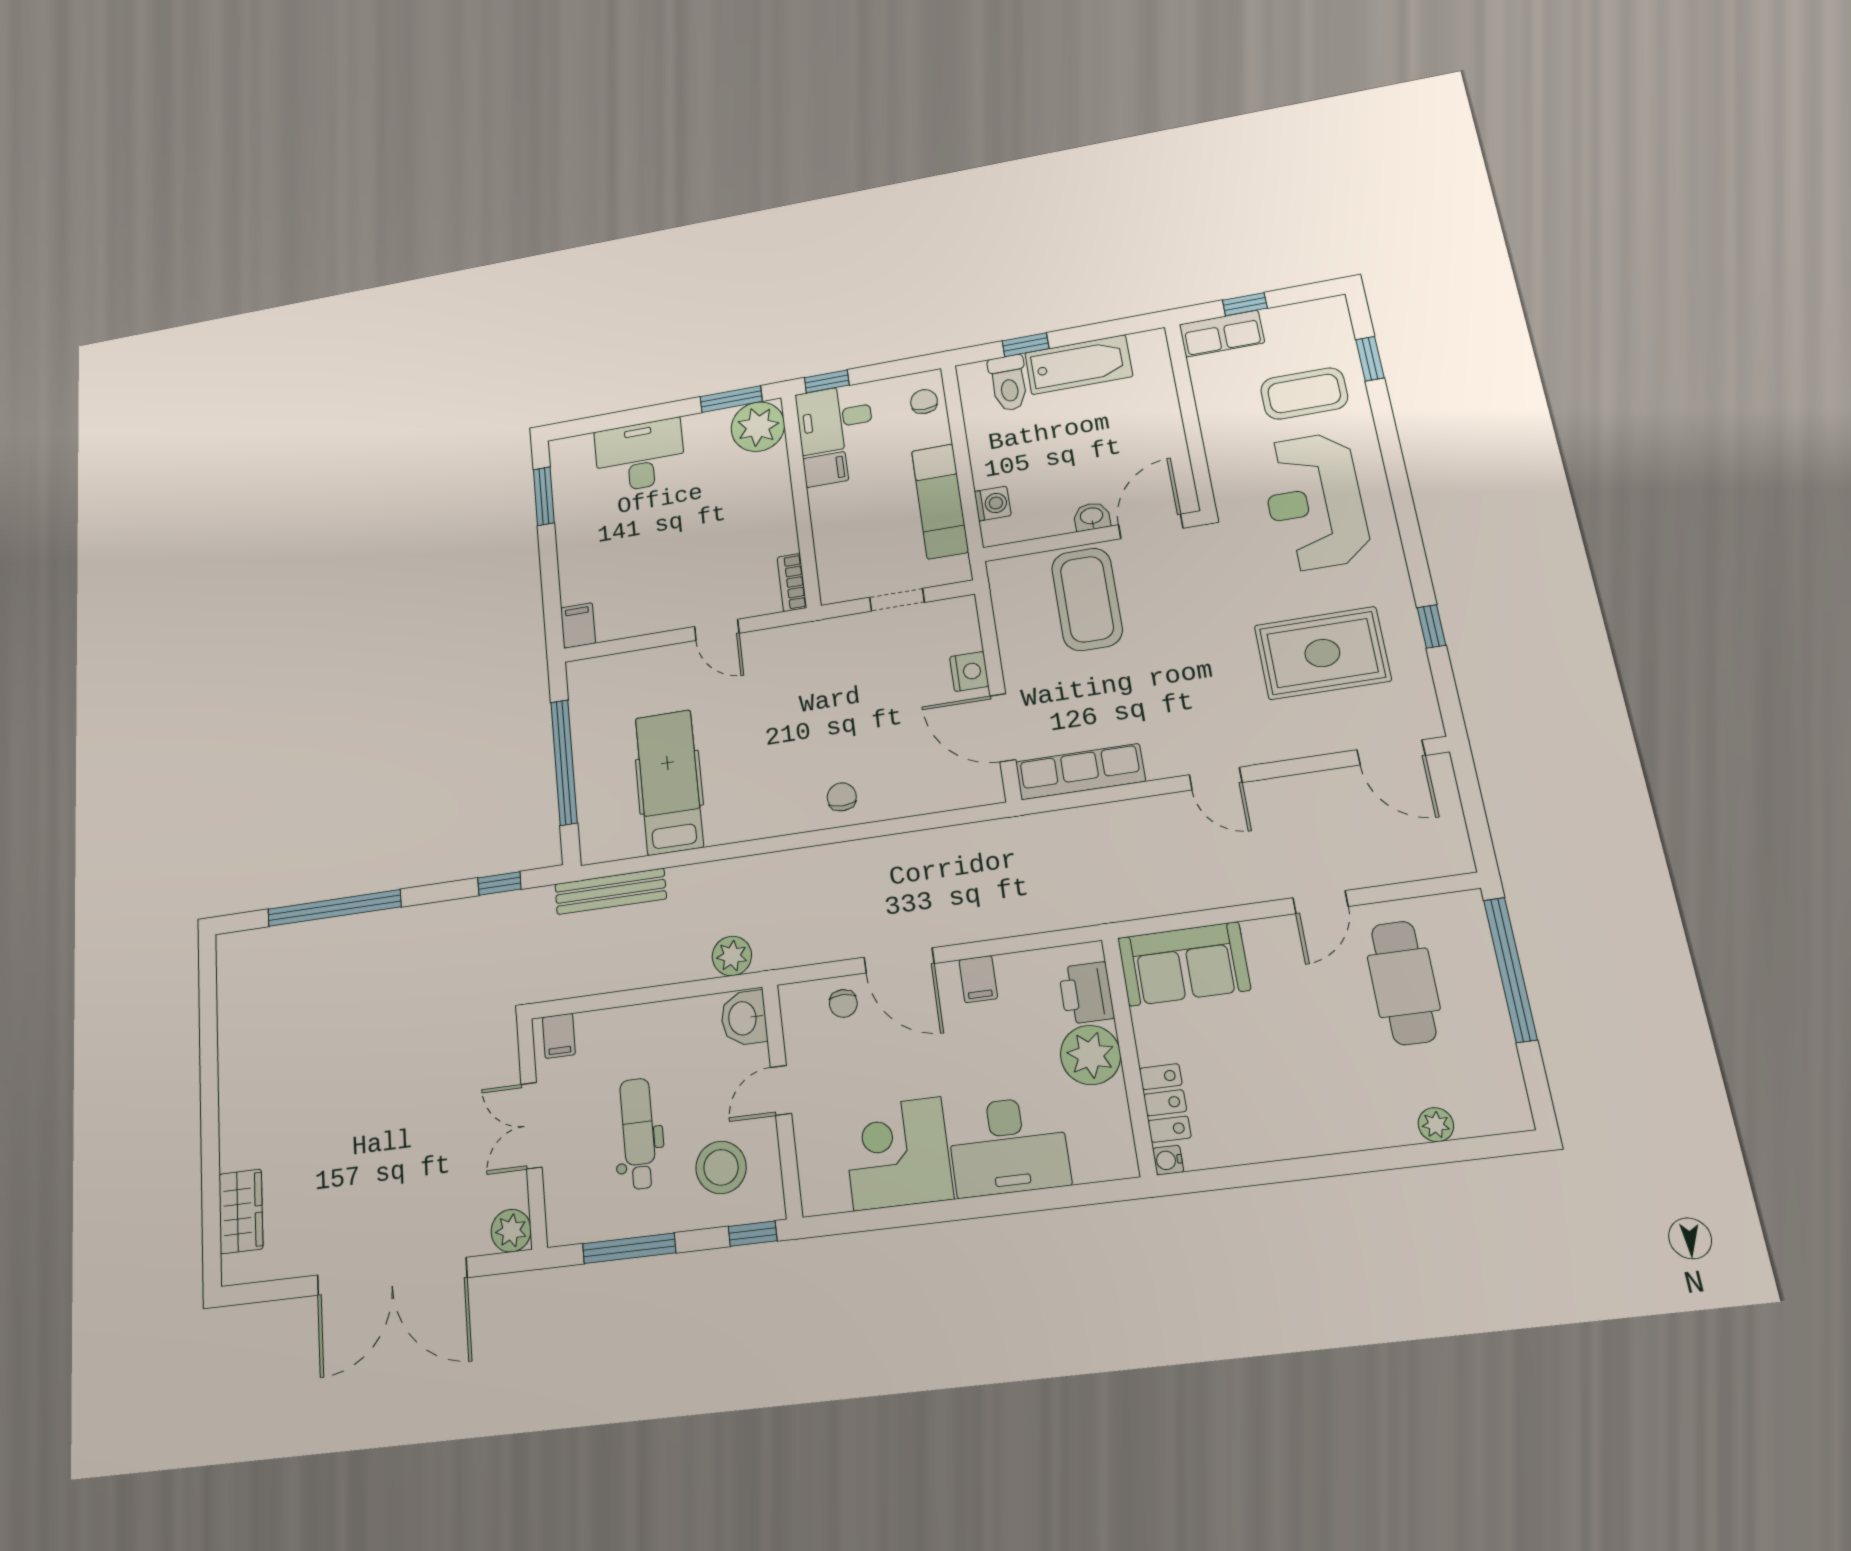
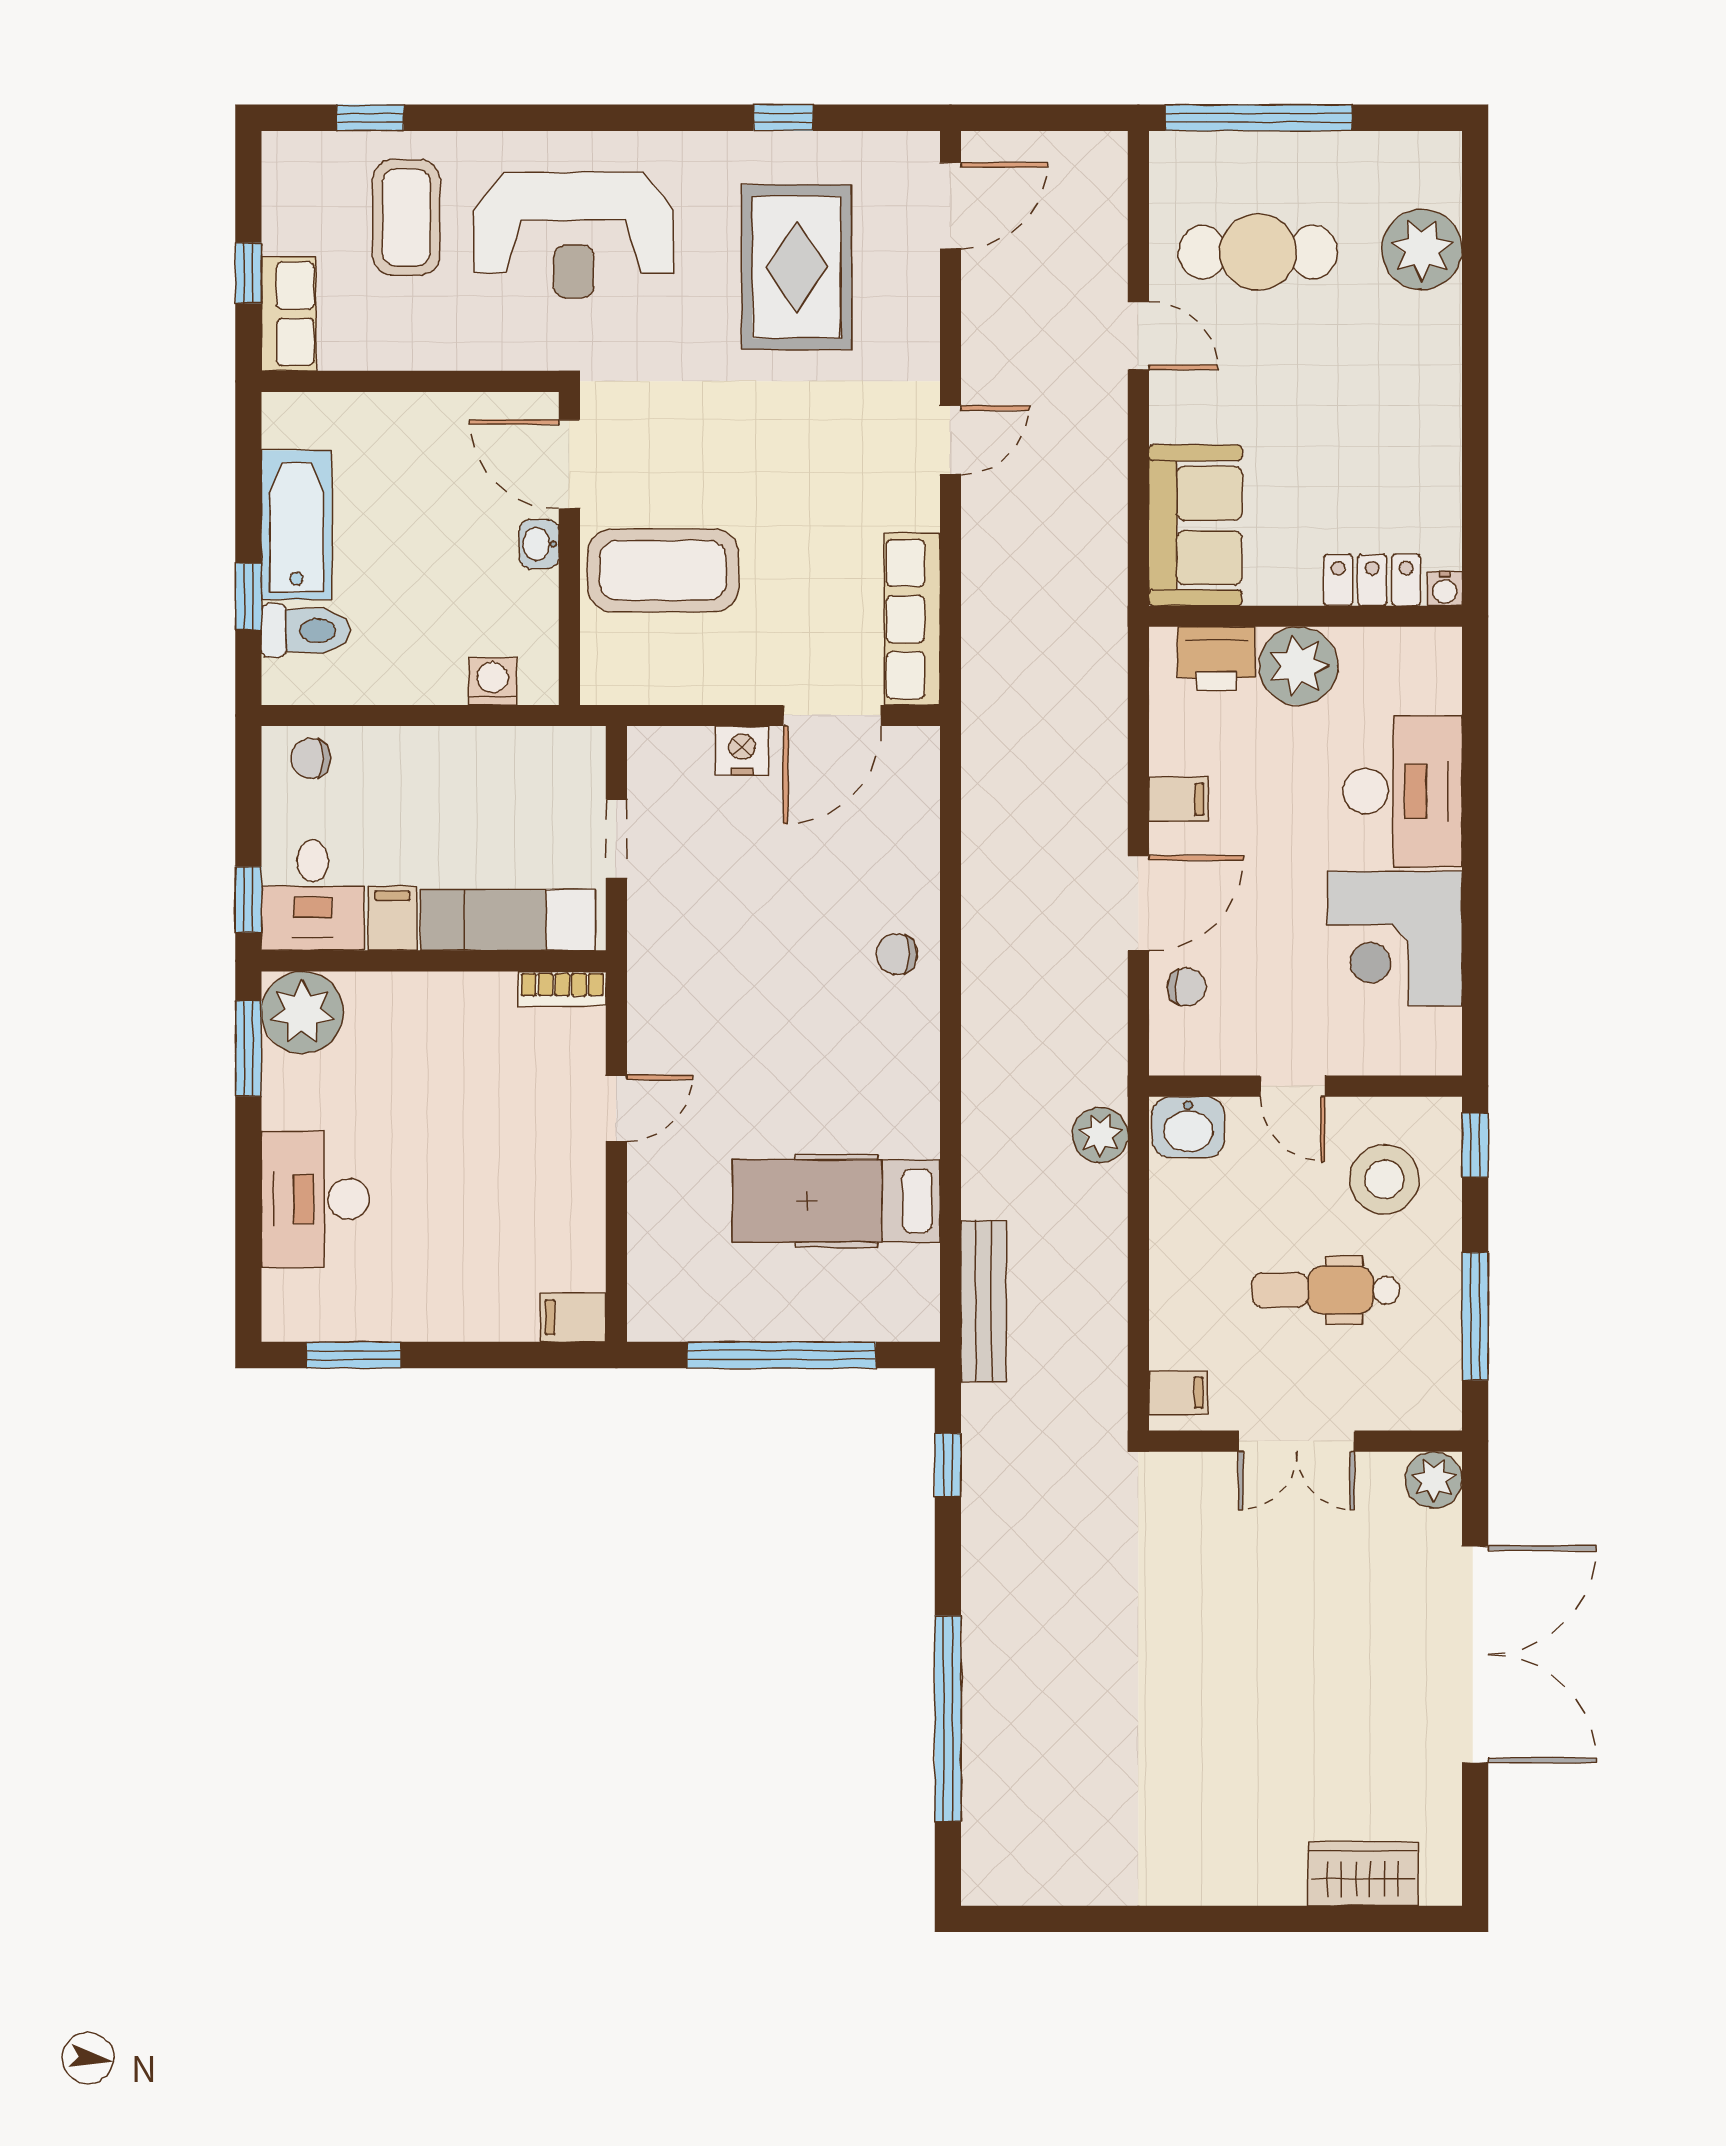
exam couch: (940, 501) -> (508, 920), moved, turned 180
plant: (1436, 1125) -> (1422, 249), width x1.88, depth x1.88

